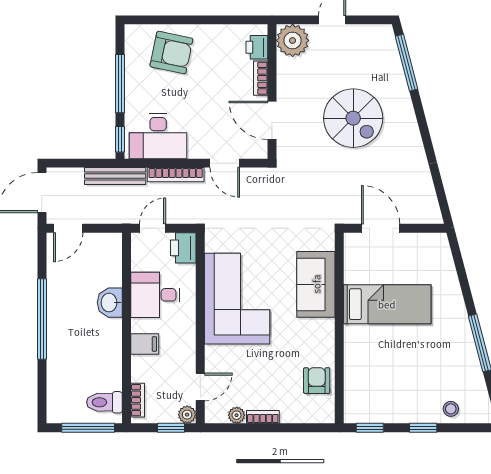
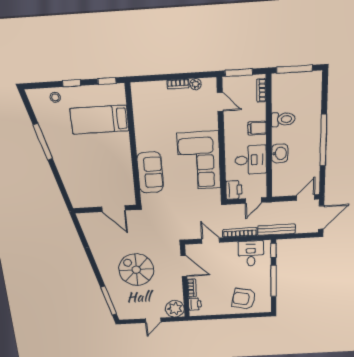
desk: (158, 136) -> (251, 253), width x0.73
bed: (387, 304) -> (99, 120), moved
armchair: (317, 381) -> (145, 111), removed
door: (200, 387) -> (220, 102), swing flipped
toilet: (104, 402) -> (283, 119), moved
plant: (187, 415) -> (228, 82), removed
window: (171, 428) -> (239, 73), width x1.50

